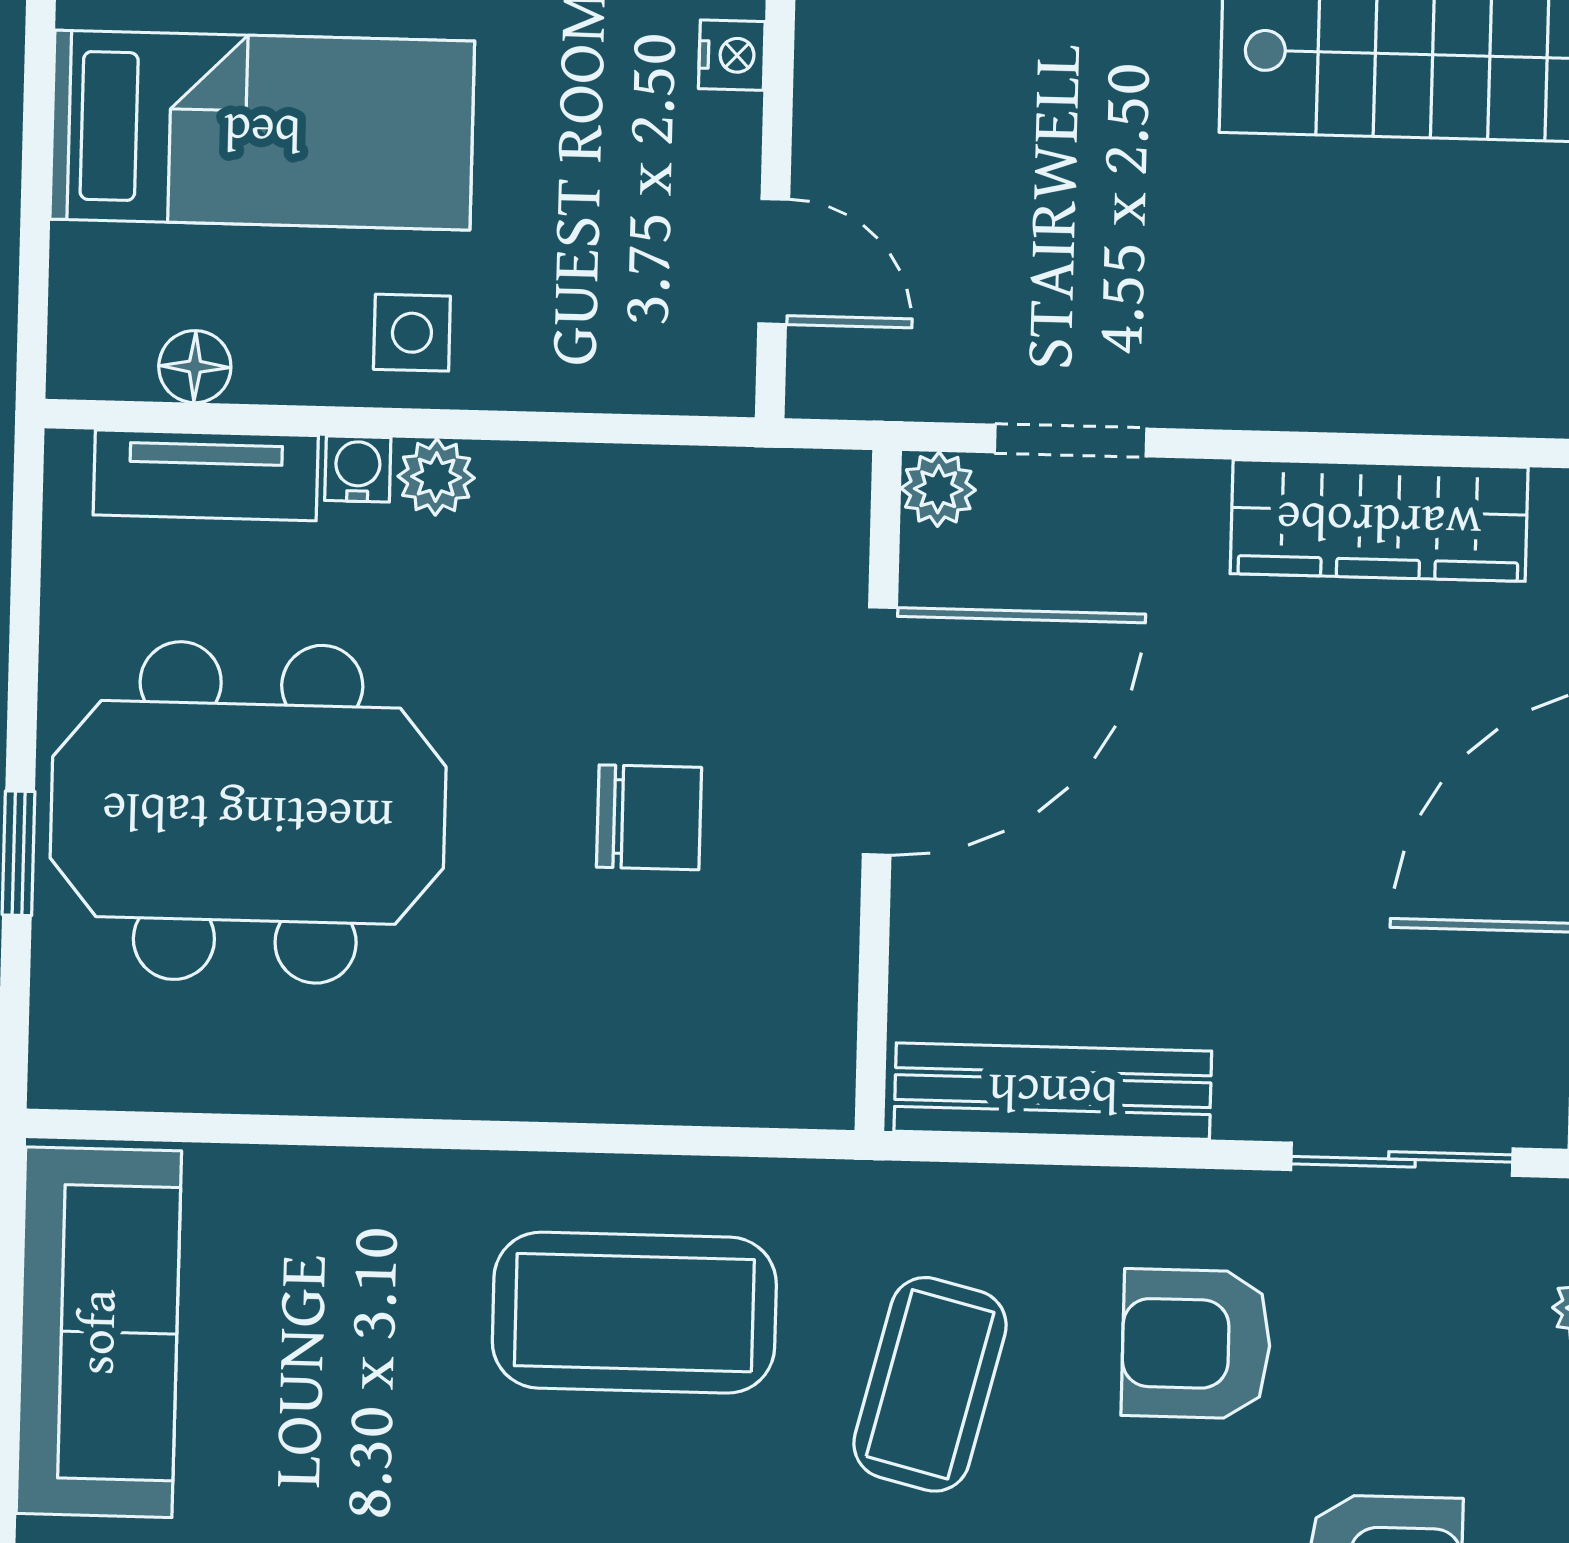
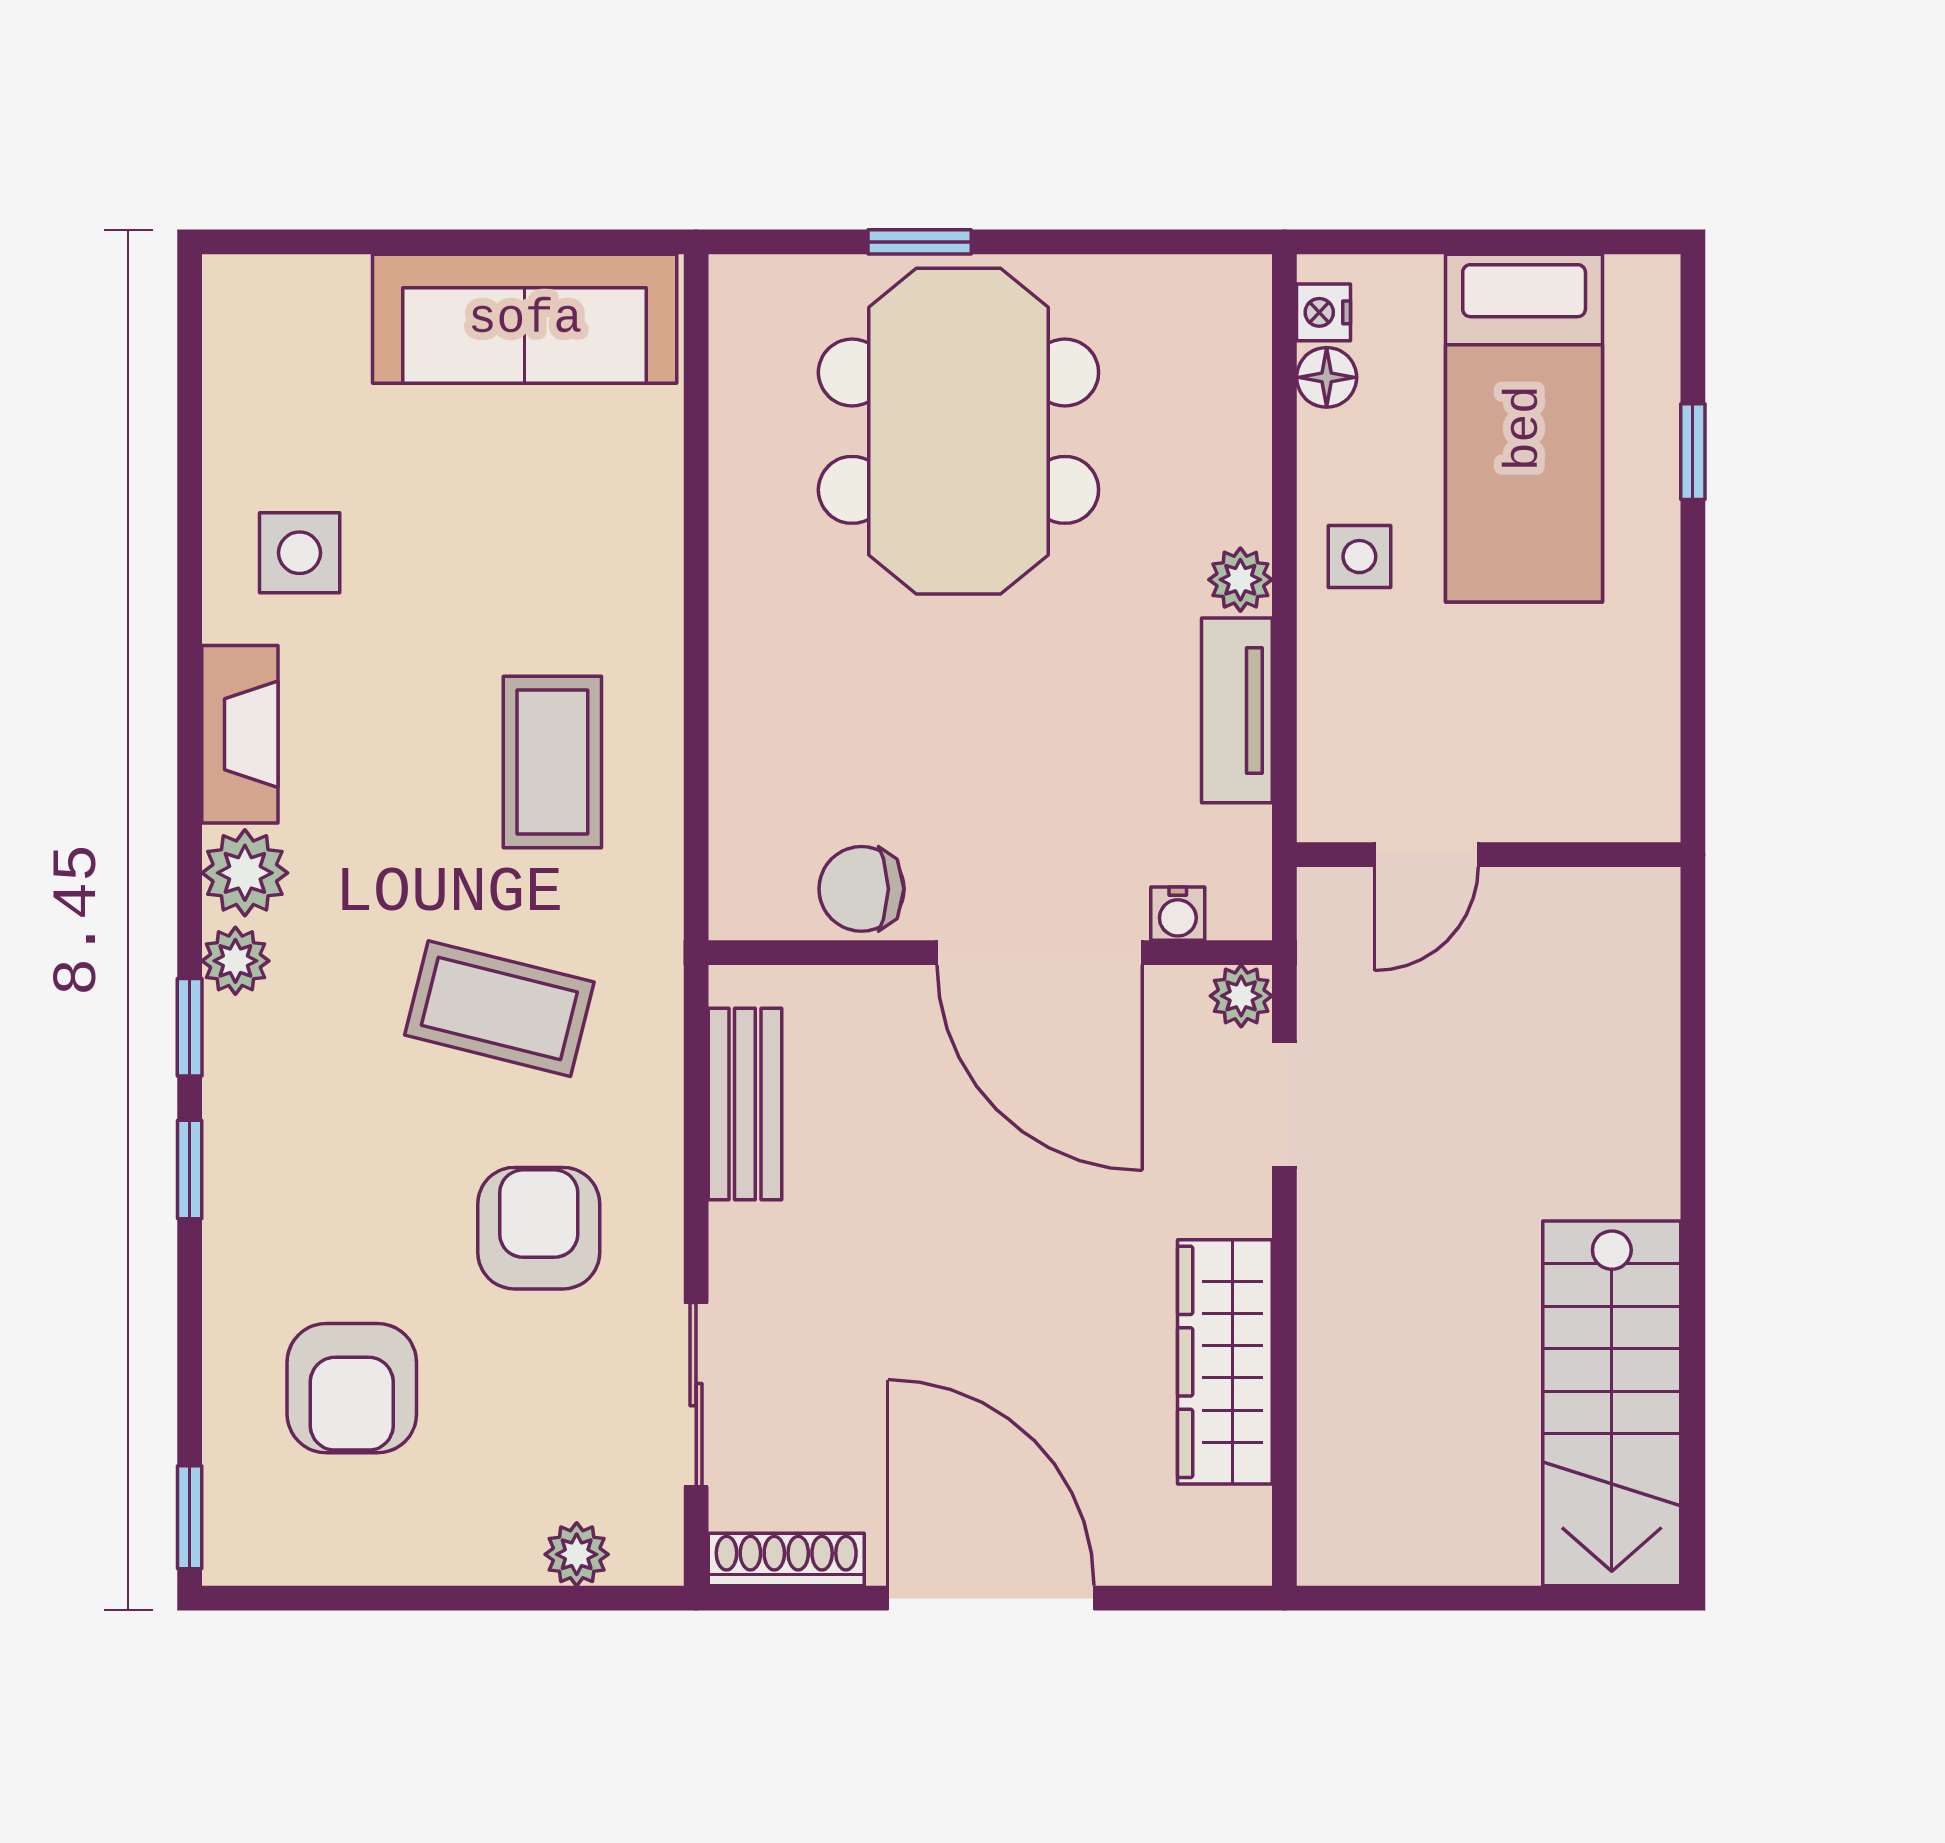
nightstand: (732, 55) -> (1324, 312), moved, turned 90
water cooler: (358, 469) -> (1178, 914), moved, turned 90
tv unit: (206, 475) -> (1237, 710), moved
chair: (649, 817) -> (861, 889), moved, turned 90
bench: (1053, 1091) -> (745, 1104), width x0.73
coffee table: (634, 1313) -> (552, 762), width x0.73, depth x0.76

